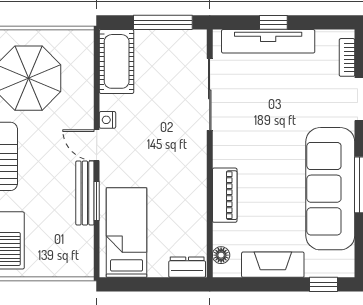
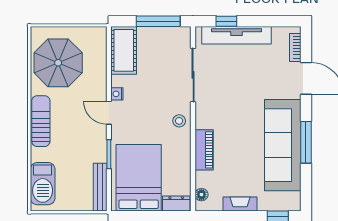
window: (273, 22) -> (226, 21), moved
stool: (191, 156) -> (179, 121), added
bench: (85, 193) -> (100, 187), moved
bed: (127, 233) -> (139, 178), width x1.50
fireplace: (273, 265) -> (240, 204), width x0.73, depth x0.76

